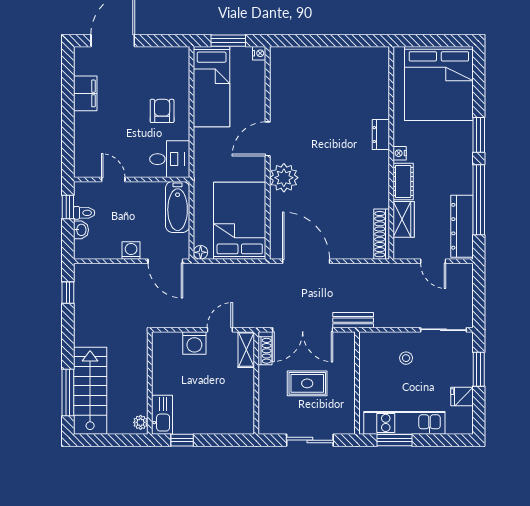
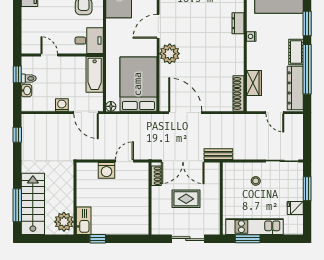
cot: (403, 181) -> (296, 52), moved
shelving: (246, 350) -> (143, 175), removed
plant: (141, 422) -> (64, 222), width x1.87, depth x1.87

